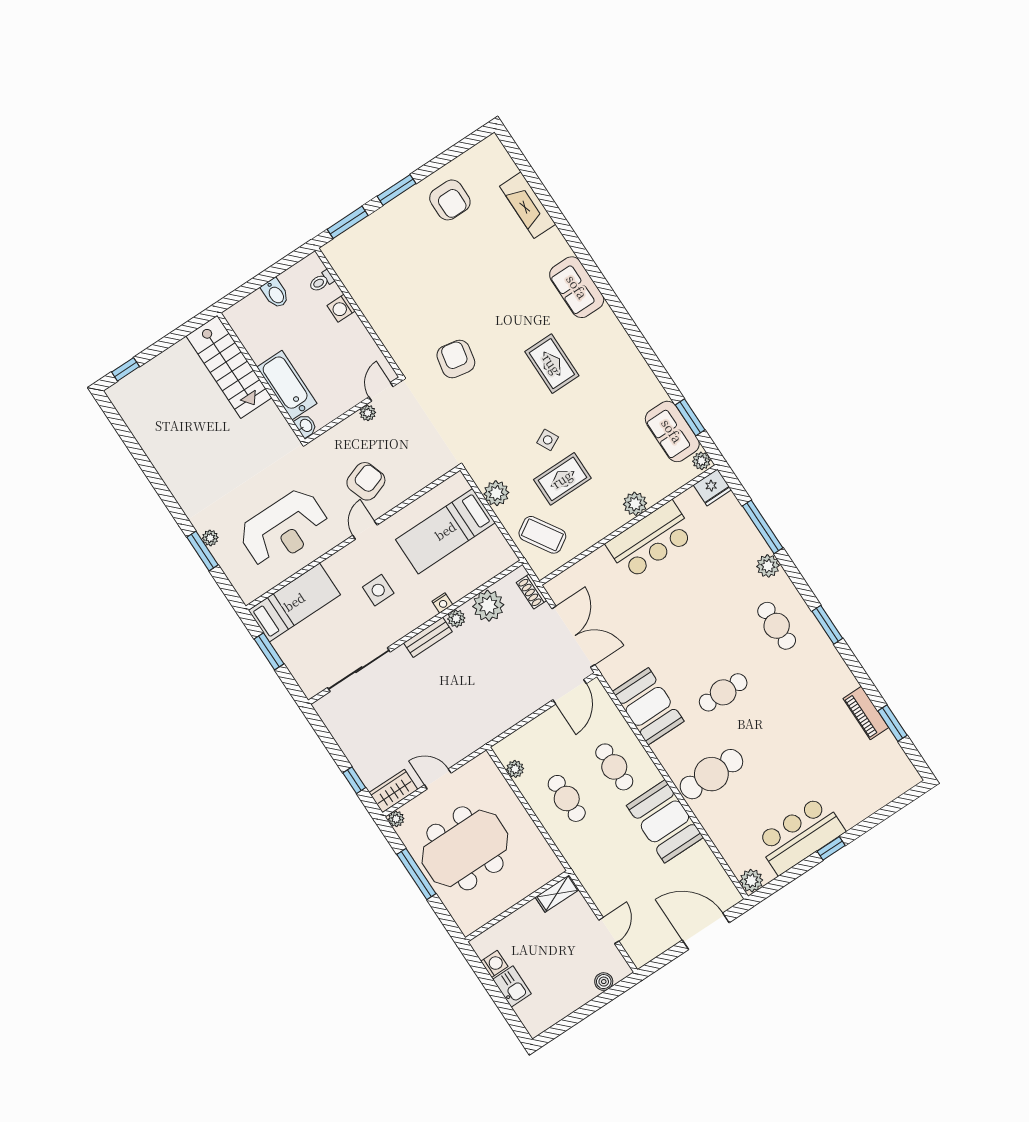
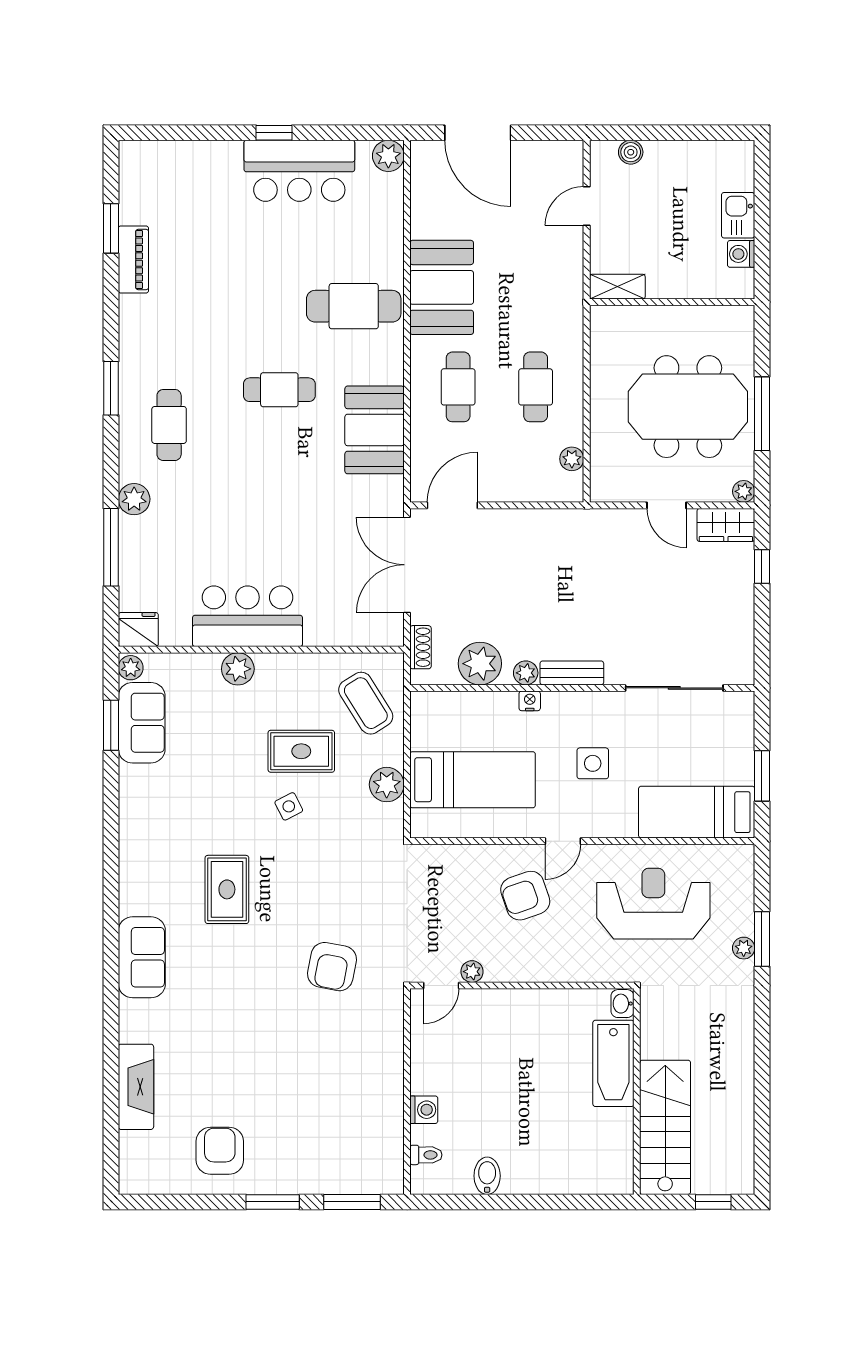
stairs: (229, 367) -> (665, 1127), moved
wall: (261, 377) -> (637, 1092), moved
bathtub: (287, 385) -> (613, 1063), moved
washbasin: (306, 426) -> (622, 1004), moved

